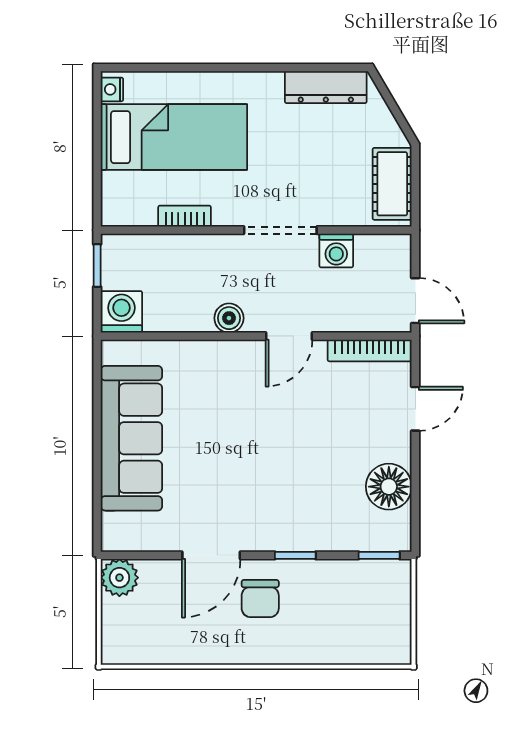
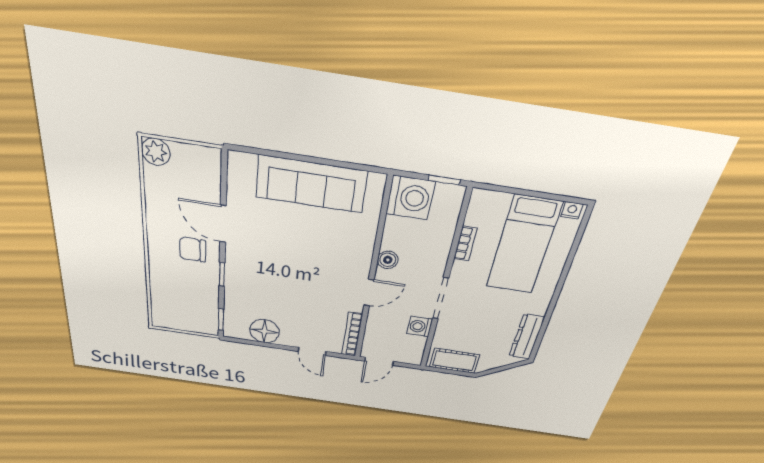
washing machine: (121, 312) -> (410, 198), width x1.37, depth x1.37
door: (289, 336) -> (369, 293), swing flipped
plant: (119, 578) -> (156, 152), moved

